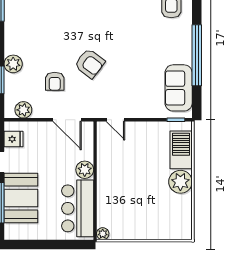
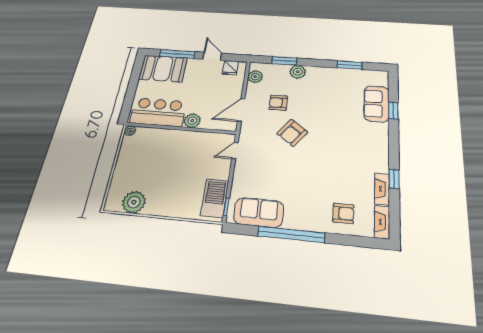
barbecue: (181, 150) -> (215, 198), moved, turned -90
plant: (180, 182) -> (134, 202), moved
booth: (21, 198) -> (163, 69), moved

